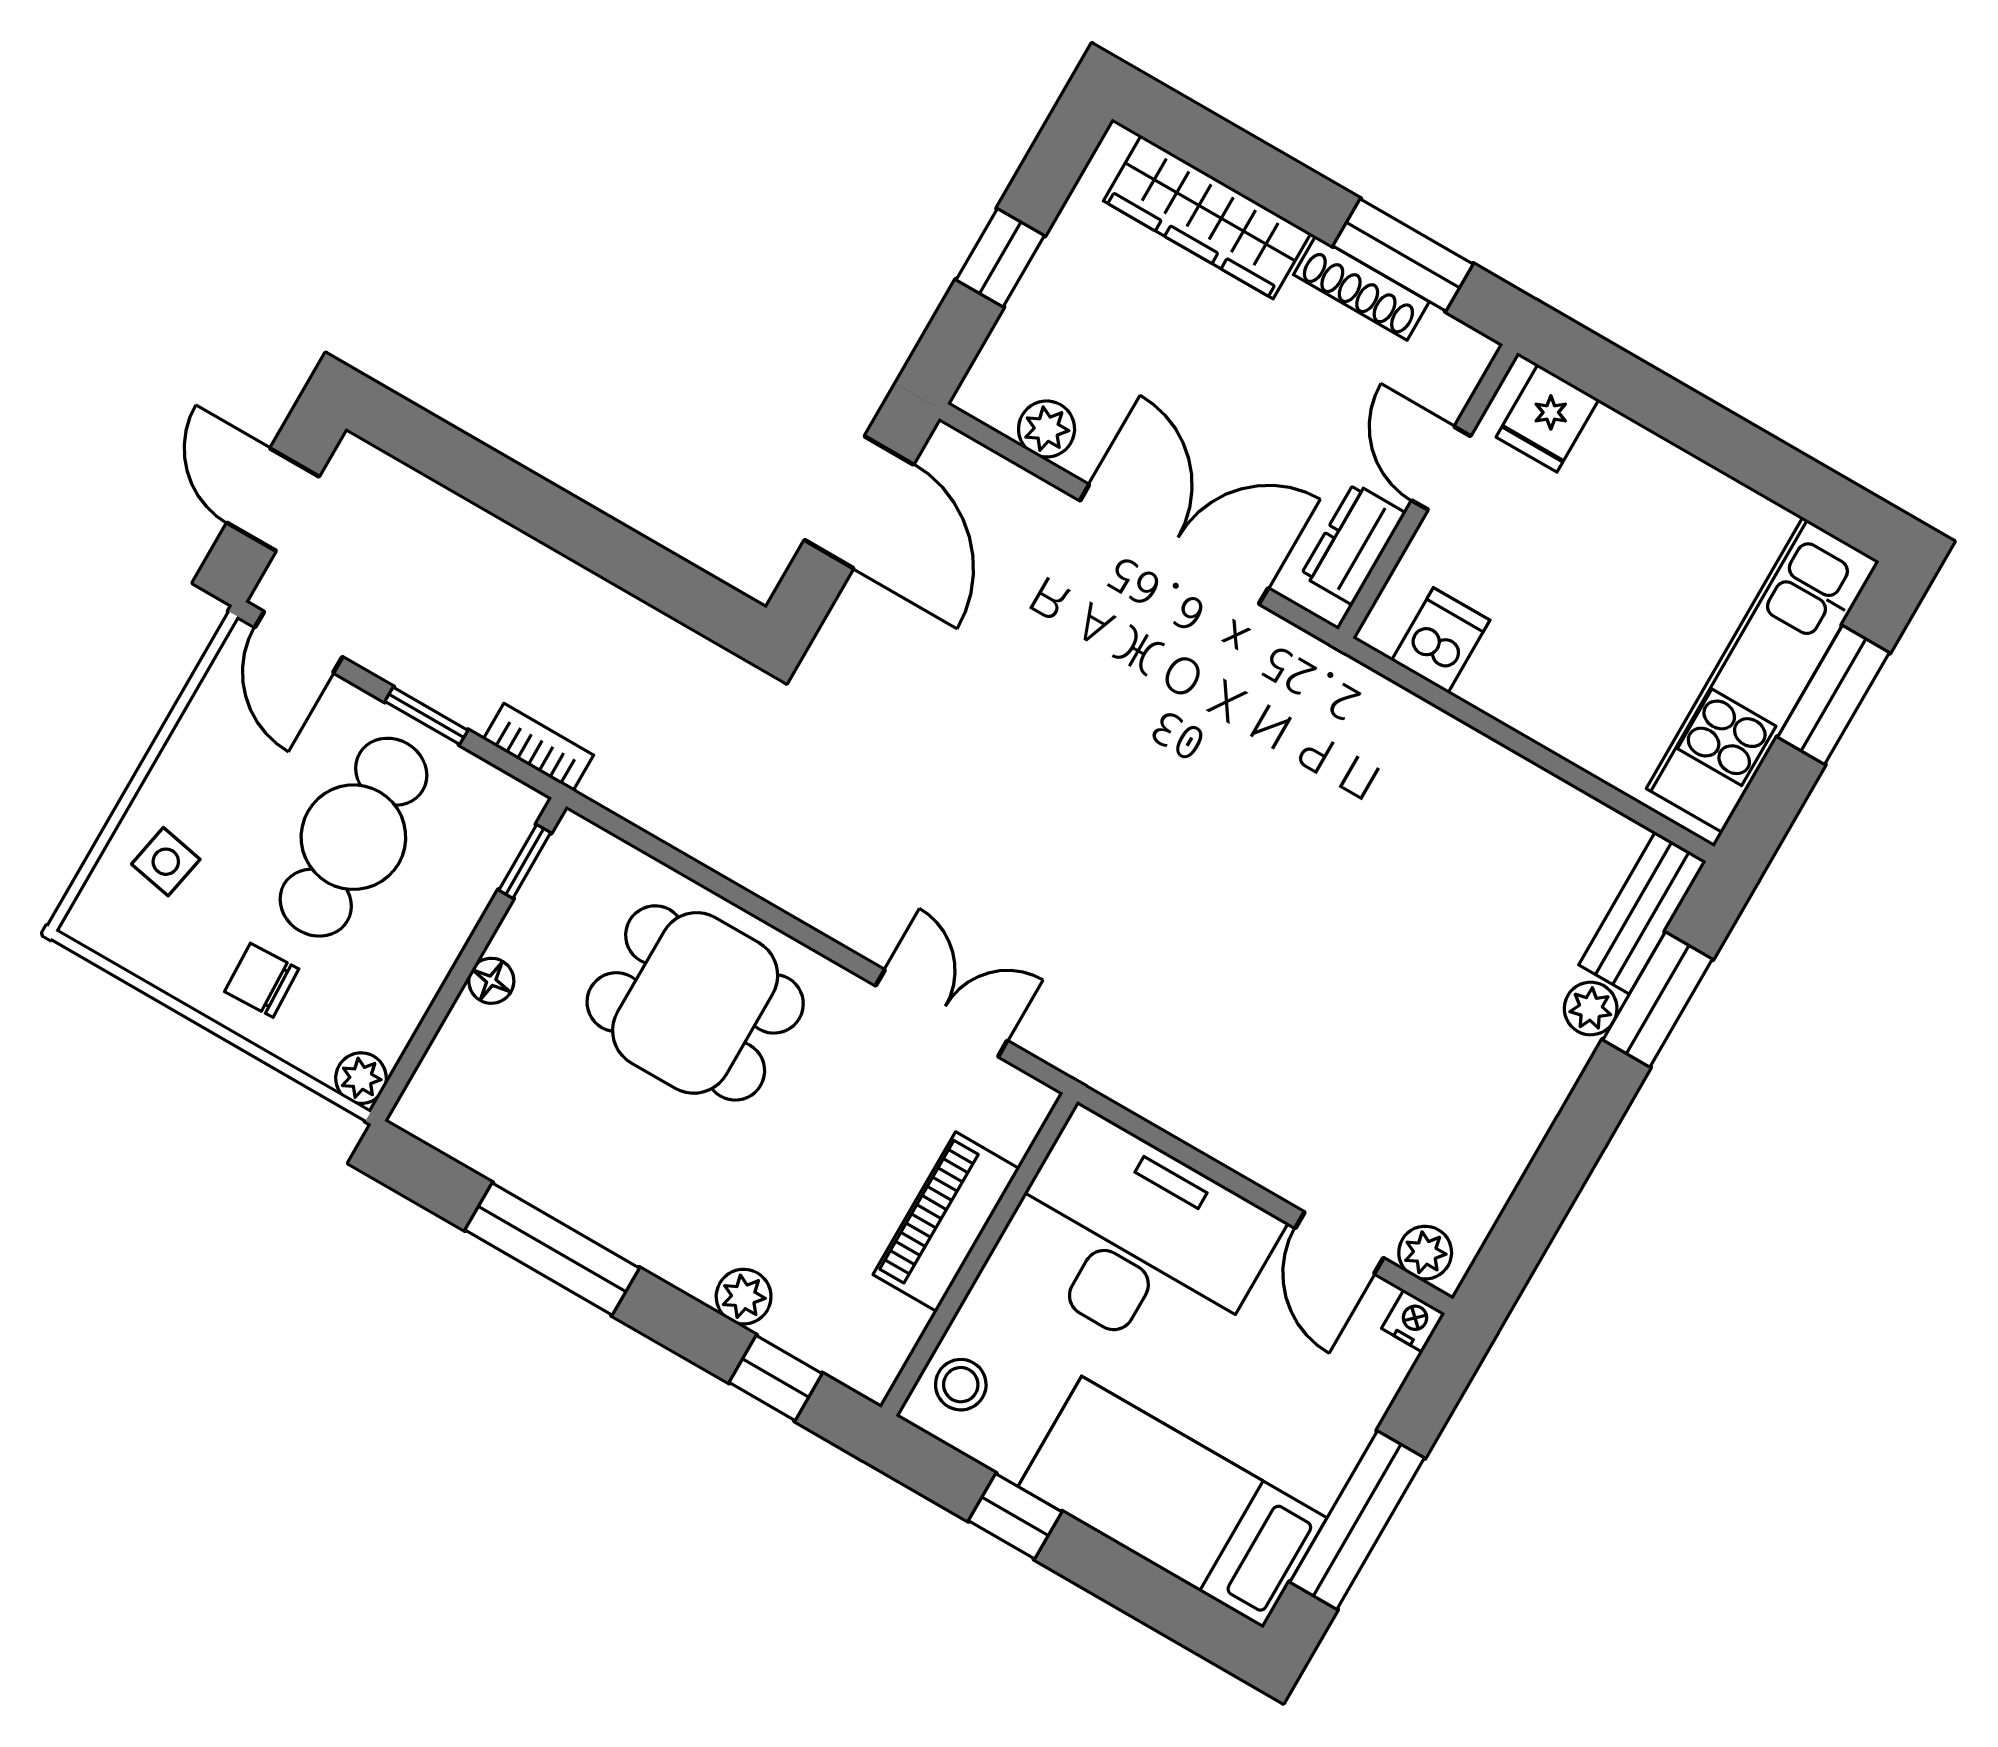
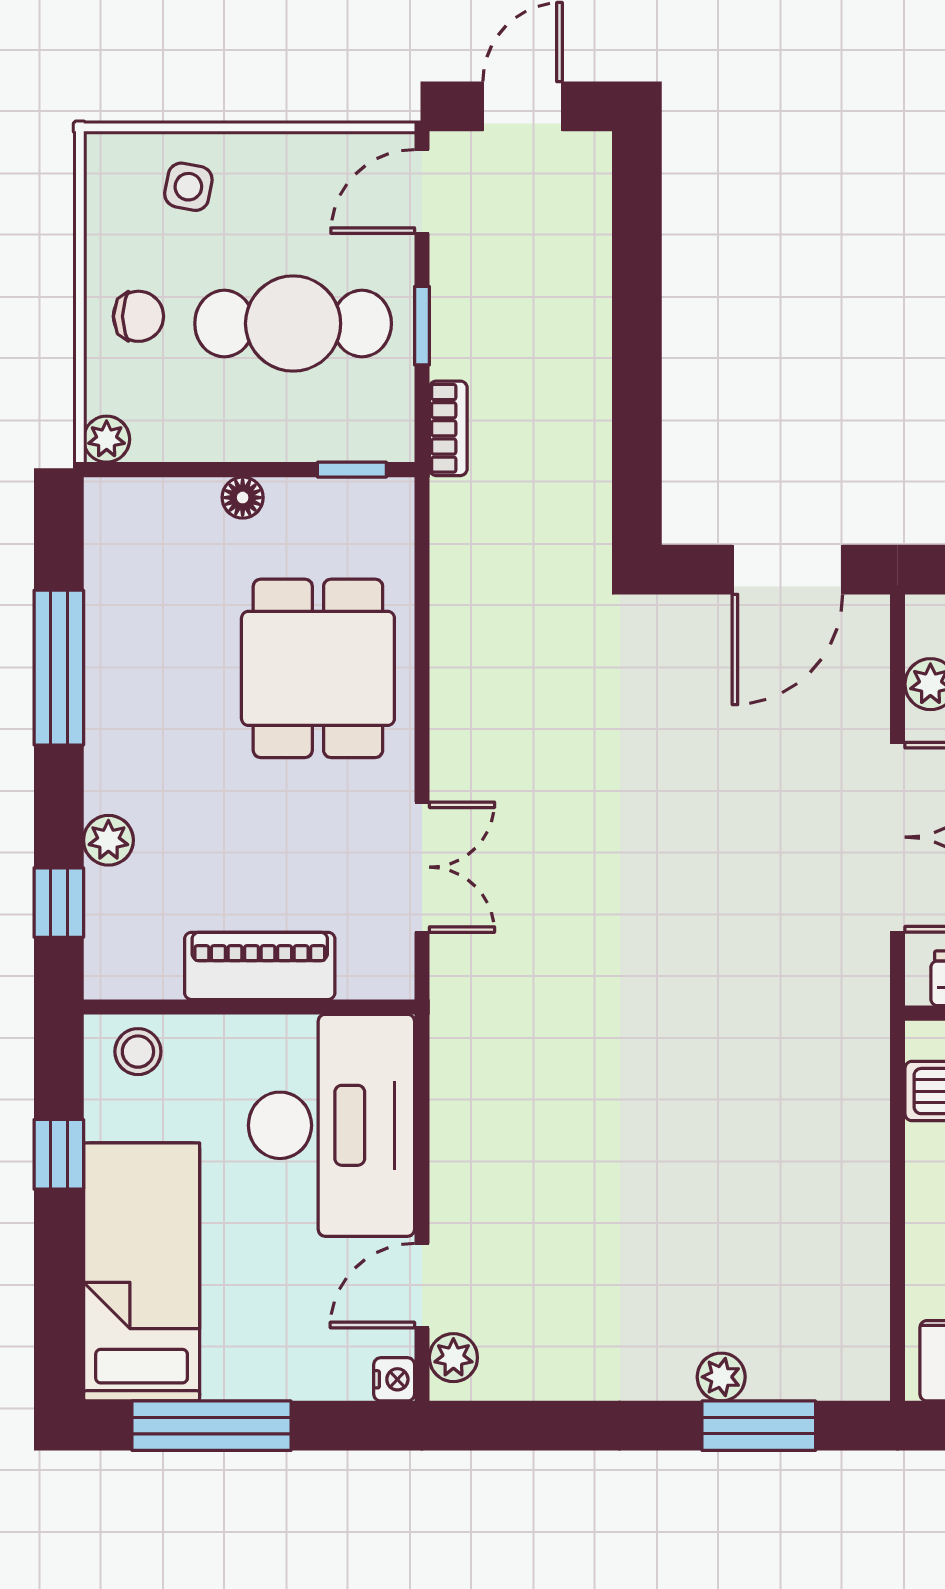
bench: (1642, 913) -> (820, 1374), removed
chair: (262, 980) -> (138, 316), turned 92

